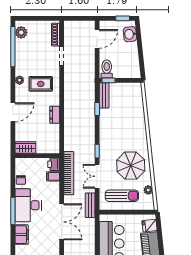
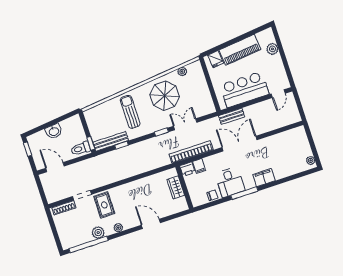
plant: (21, 32) -> (98, 233), moved
washbasin: (130, 34) -> (54, 131), moved
rug: (41, 84) -> (104, 205), moved
bench: (104, 95) -> (111, 141), width x1.36
dresser: (55, 115) -> (140, 184), removed
wardrobe: (25, 147) -> (176, 187), moved
double door: (97, 176) -> (185, 124), swing flipped
sun lounger: (122, 196) -> (130, 112), moved
desk: (28, 205) -> (230, 182), width x0.73
bench: (90, 205) -> (232, 116), moved

